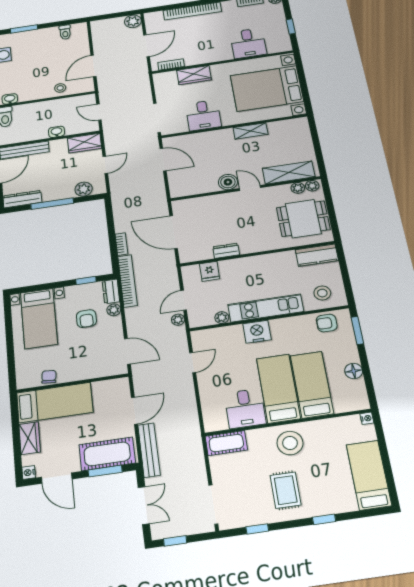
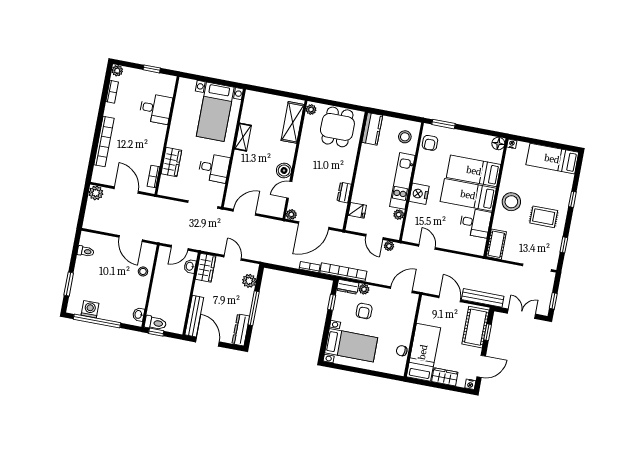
bed with nightstands: (267, 89) -> (215, 112), width x0.73
washbasin: (57, 132) -> (190, 266), moved
door: (250, 188) -> (289, 190), moved
plant: (298, 188) -> (291, 215), moved
armchair: (86, 319) -> (364, 311), turned 90
floor lamp: (354, 371) -> (498, 144), moved
window: (105, 471) -> (488, 332), width x0.67

